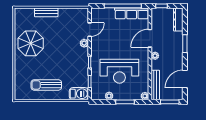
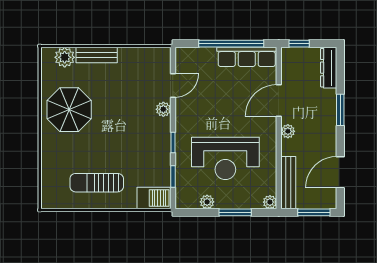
plant: (28, 14) -> (65, 57), added

